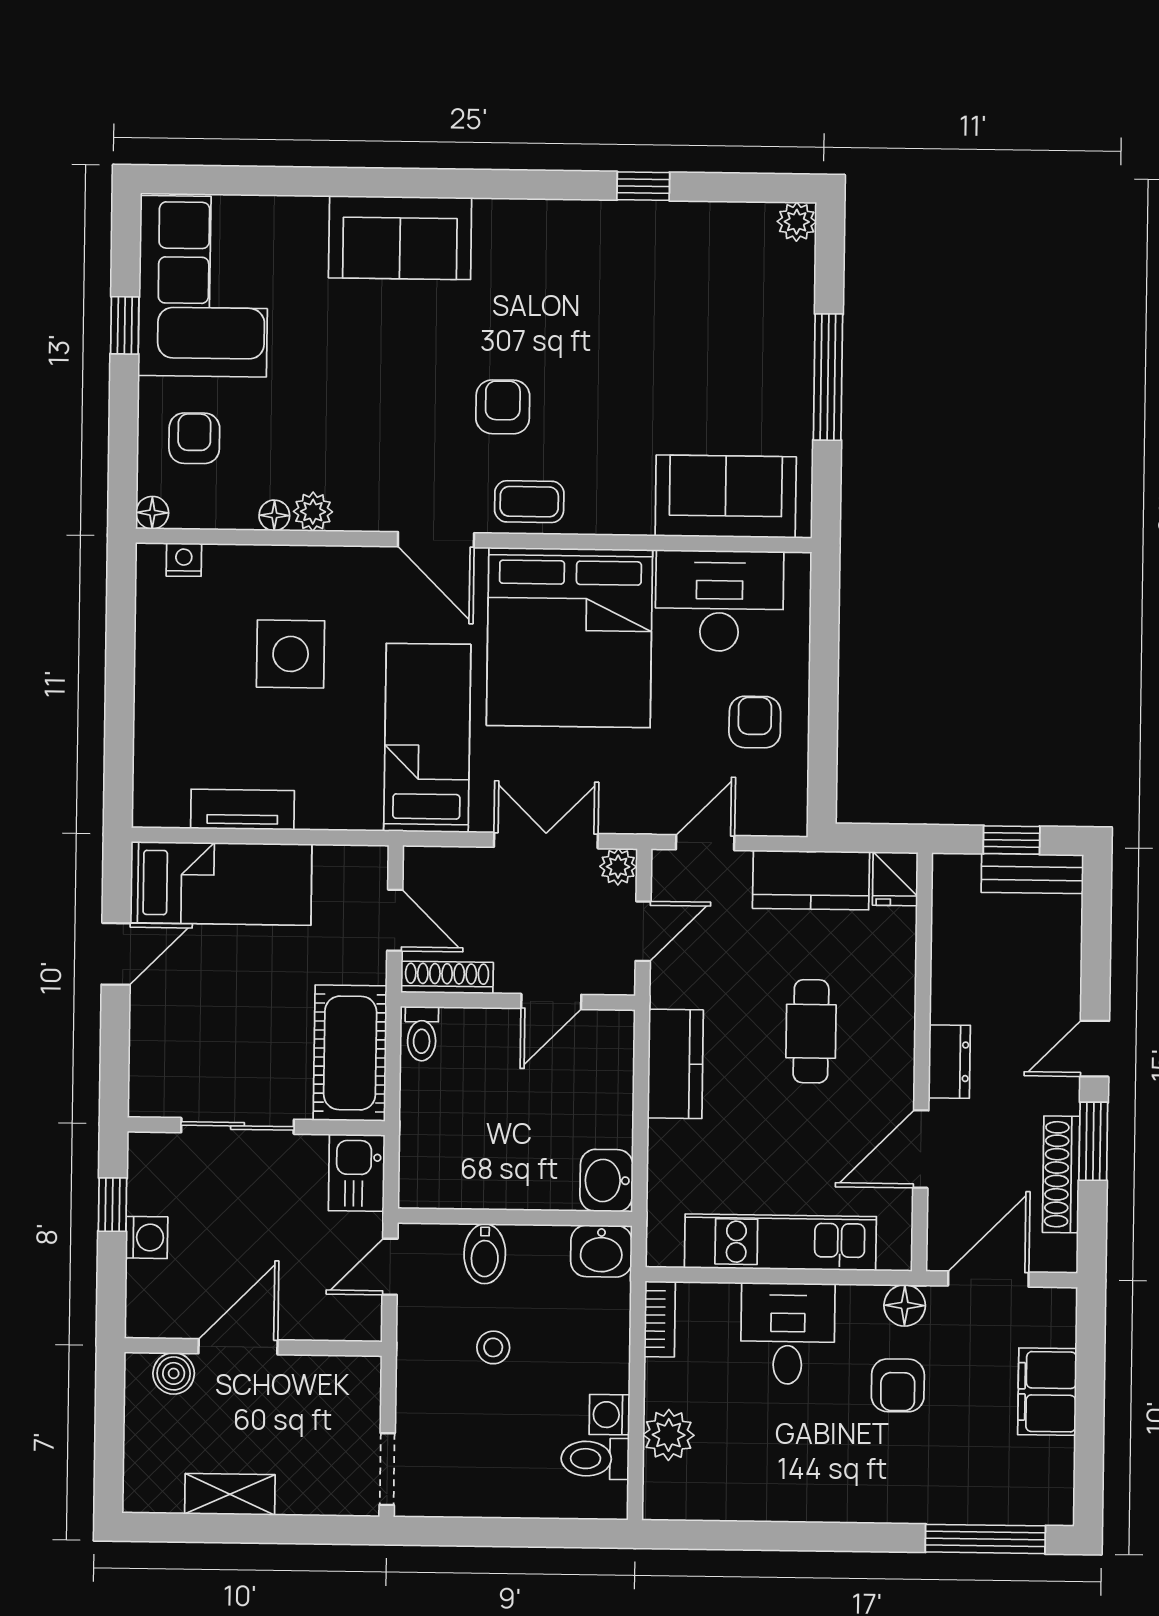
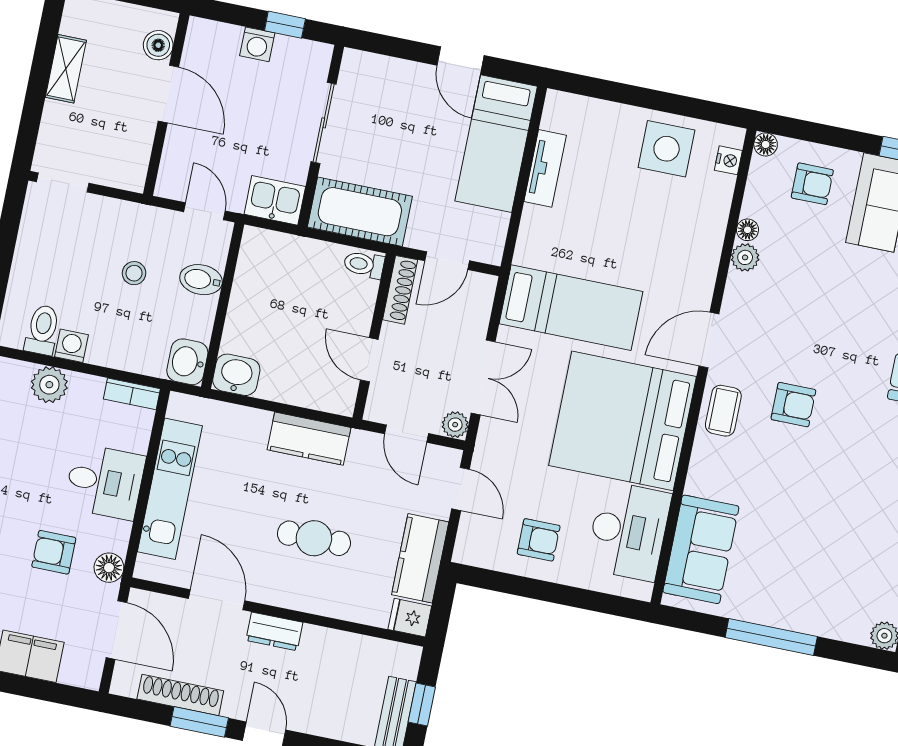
side table: (291, 654) -> (667, 149), moved

